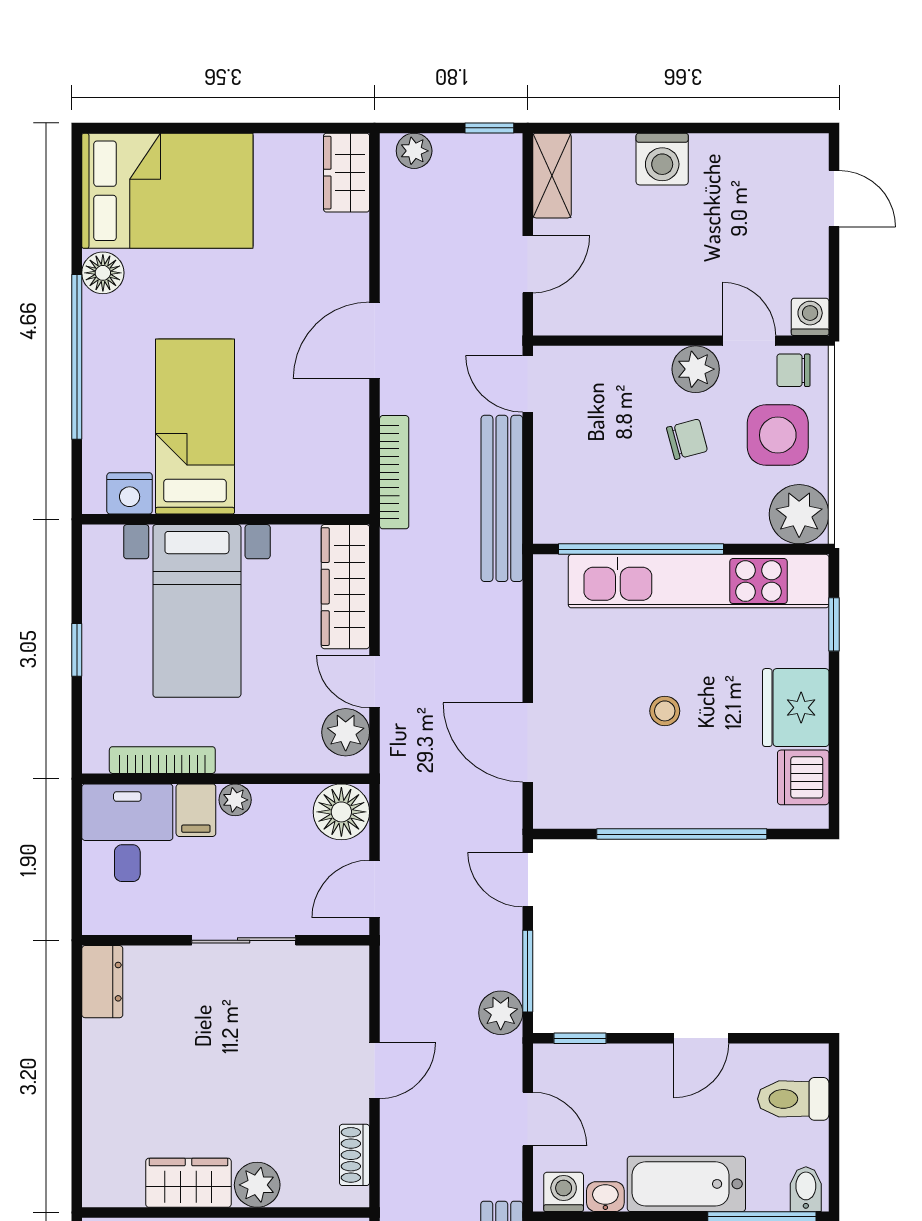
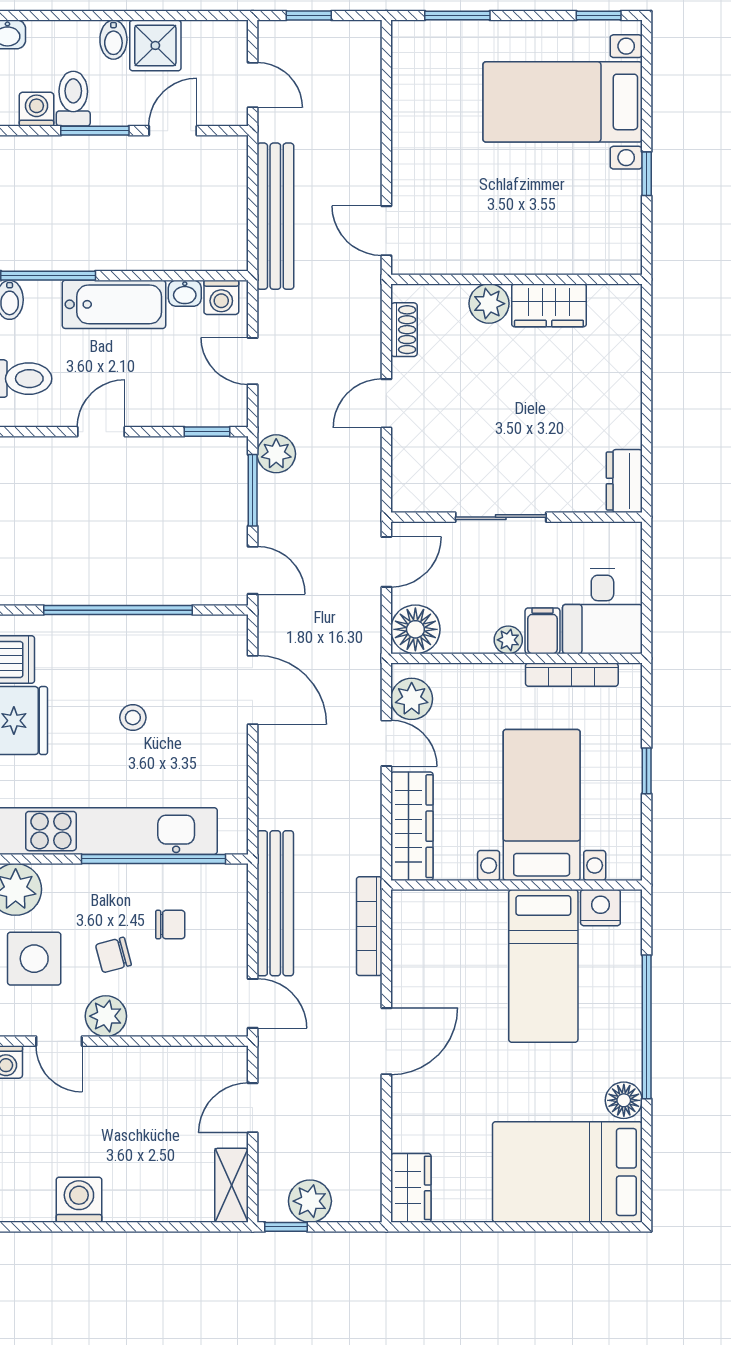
plant: (414, 151) -> (310, 1201), moved, width x1.38, depth x1.38
washing machine: (662, 159) -> (79, 1200), moved
chair: (793, 370) -> (170, 925), moved

